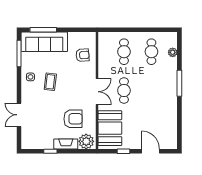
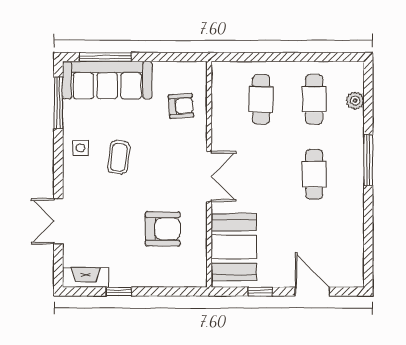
cafe table: (124, 90) -> (314, 174), moved
plant: (86, 141) -> (188, 273), removed
fireplace: (66, 144) -> (86, 277), moved

